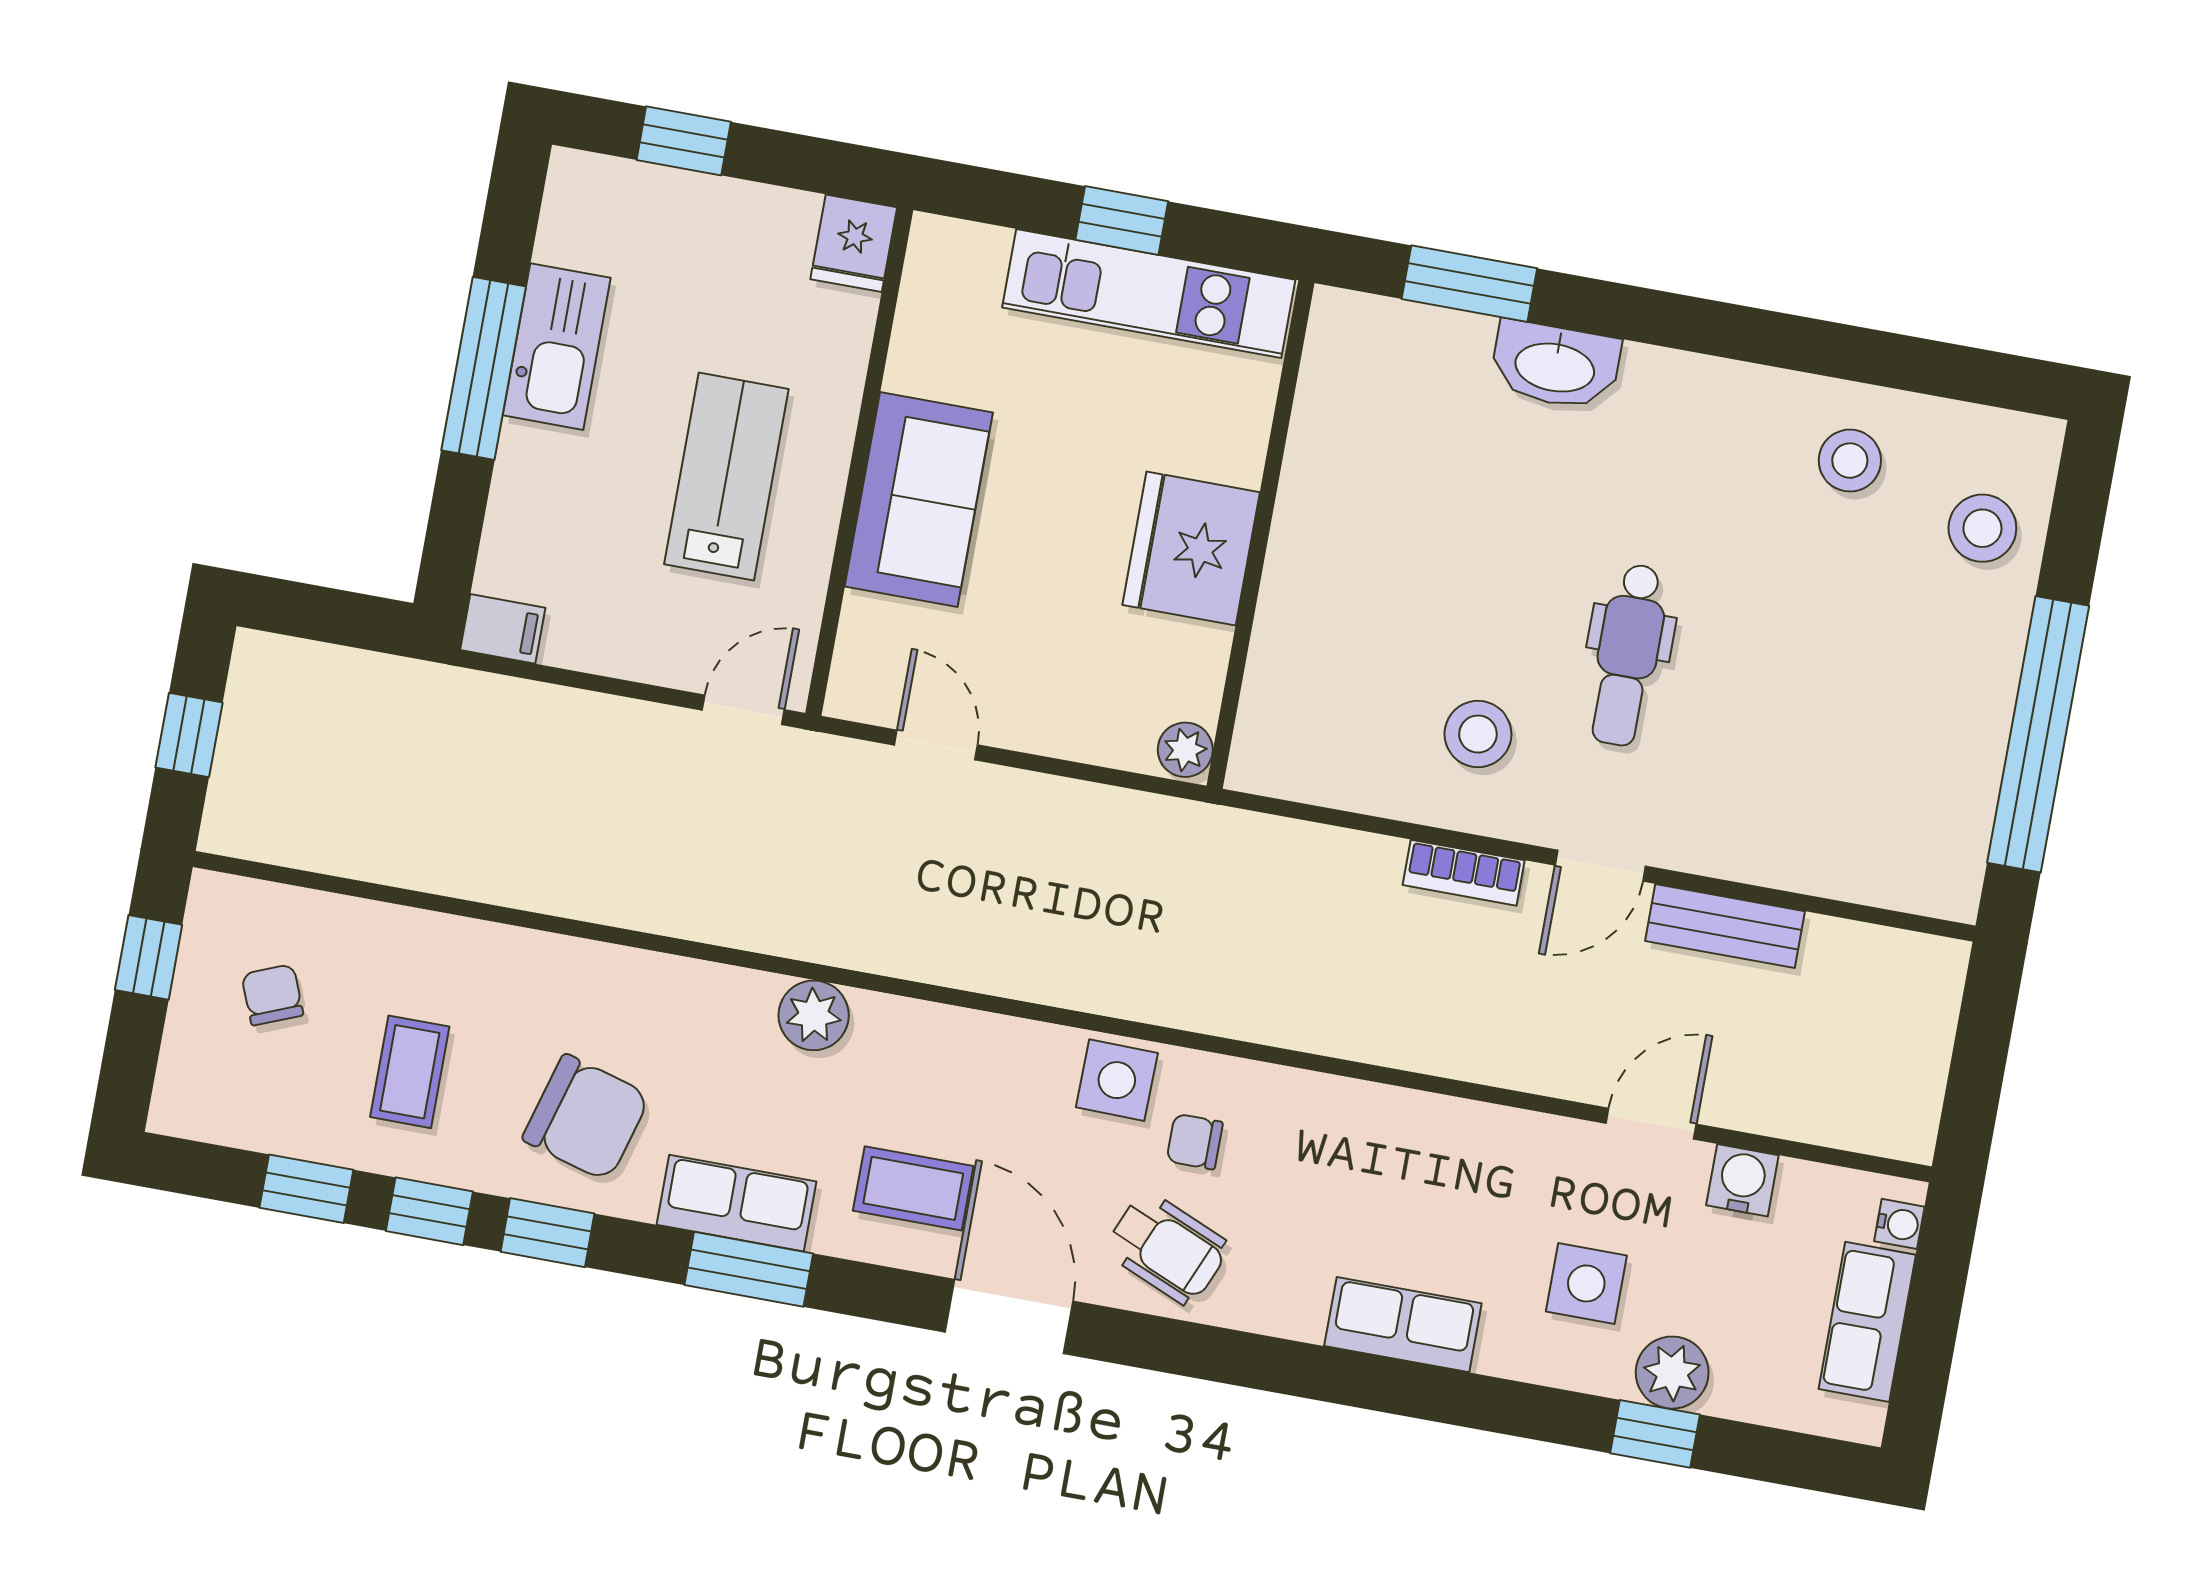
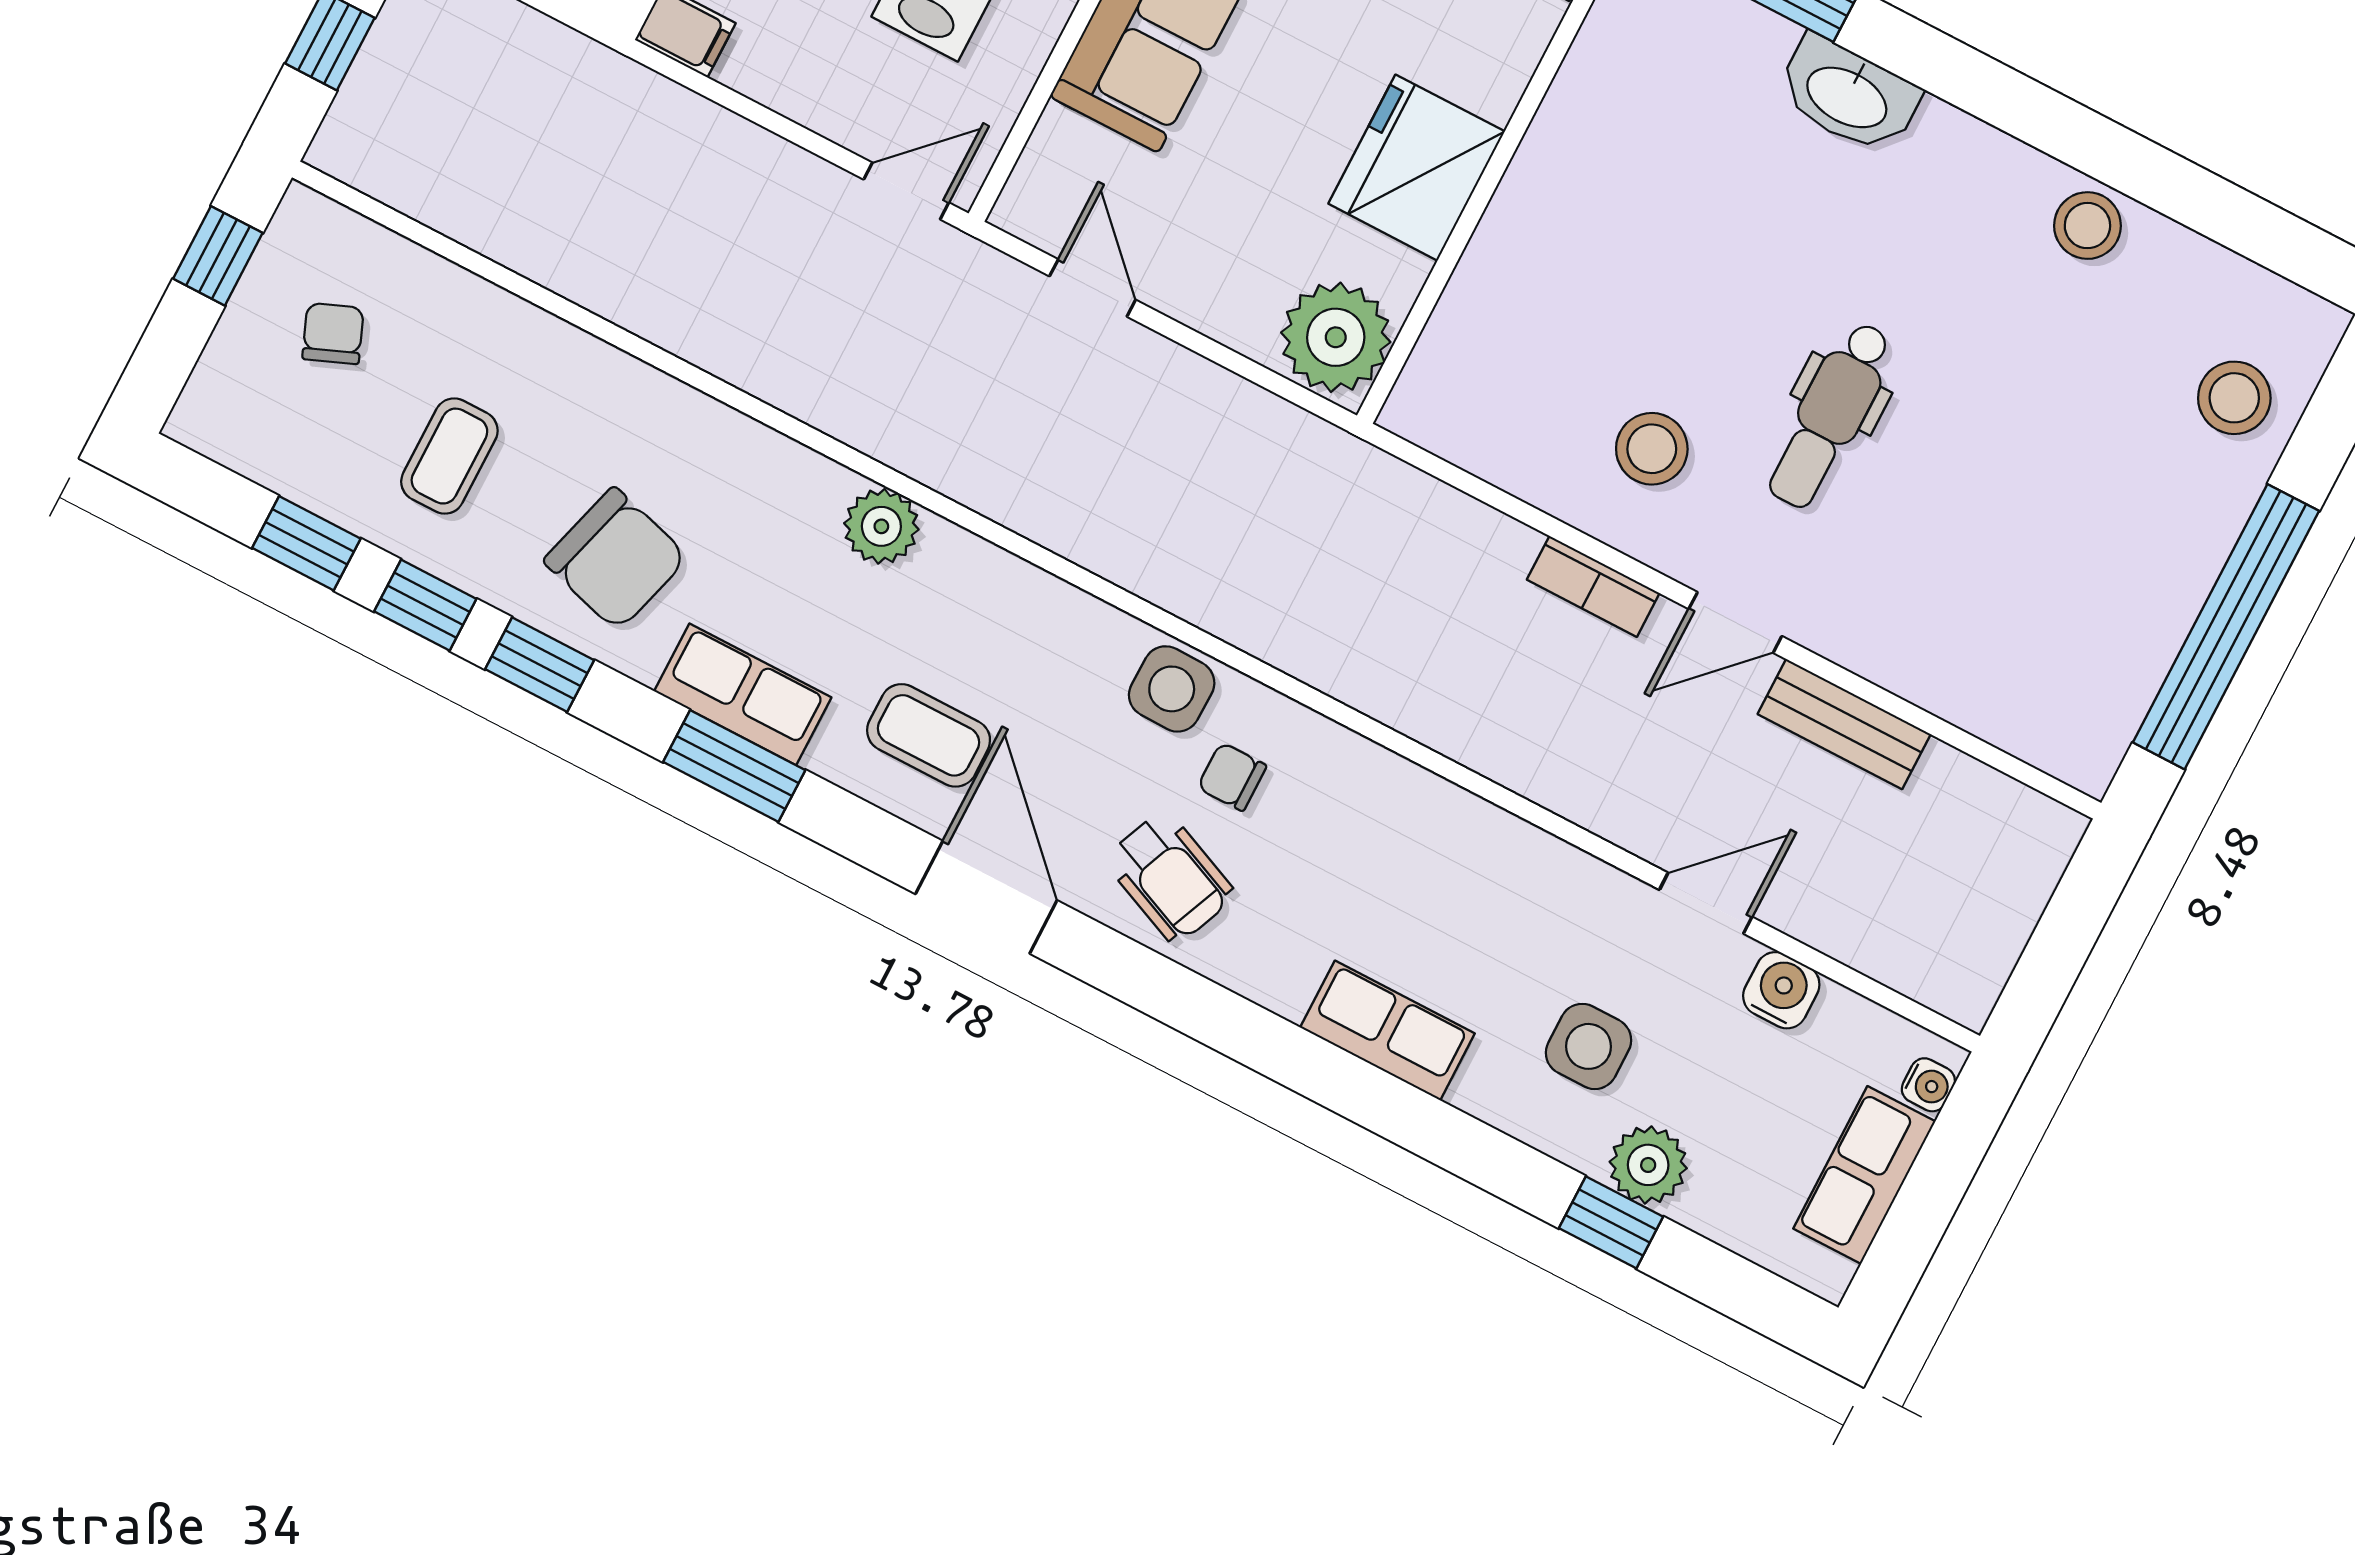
stool: (1850, 461) -> (2087, 226), moved
plant: (1185, 750) -> (1336, 337), width x1.88, depth x1.88

